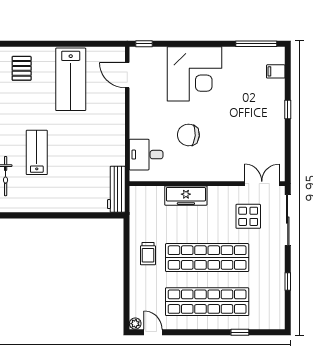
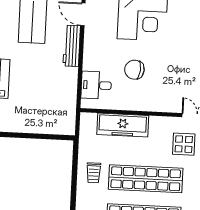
workbench: (116, 189) -> (72, 46), moved
freezer: (186, 196) -> (123, 125), width x1.36, depth x1.26

